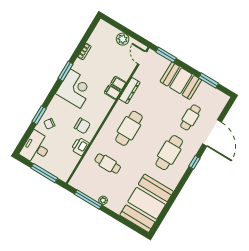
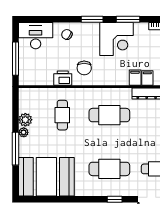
window: (39, 115) -> (92, 19), moved
plant: (94, 193) -> (25, 120), added
window: (88, 200) -> (16, 149), moved

